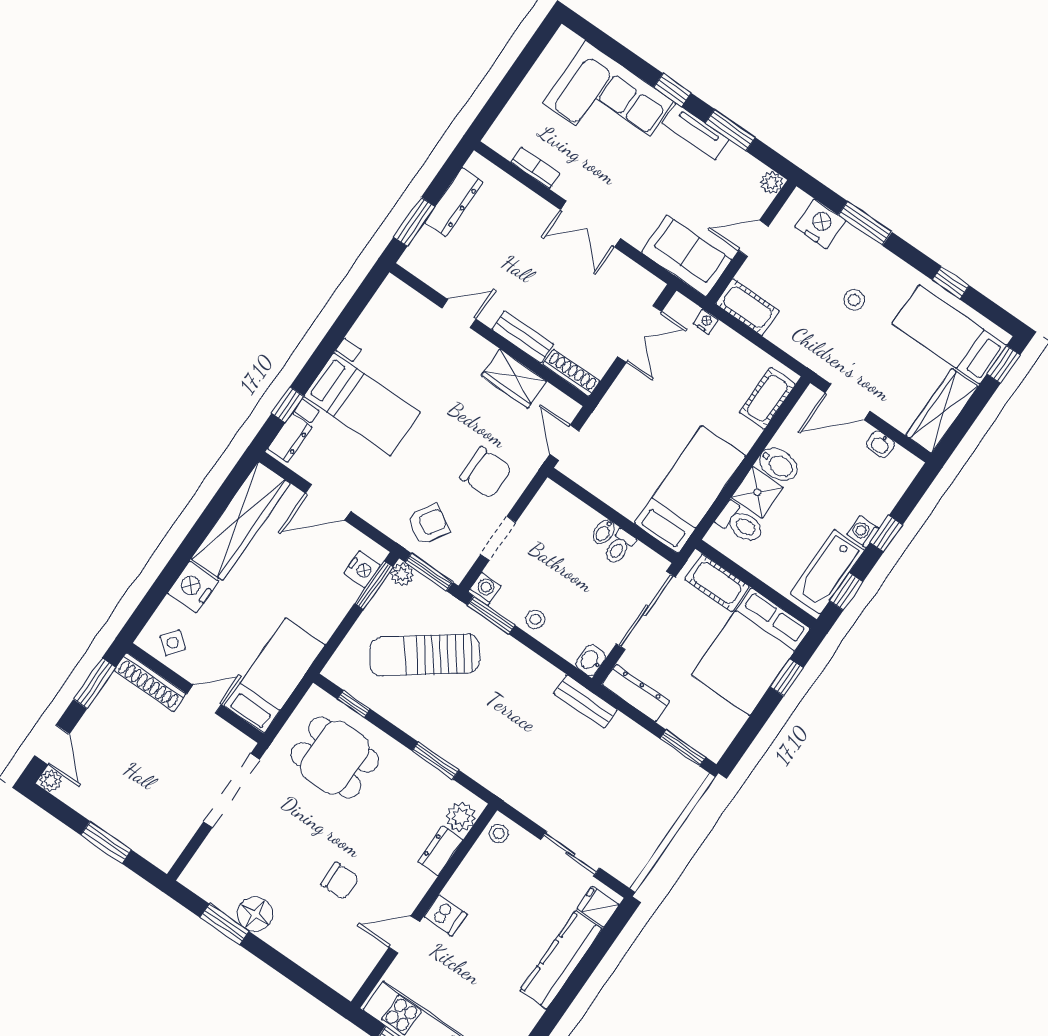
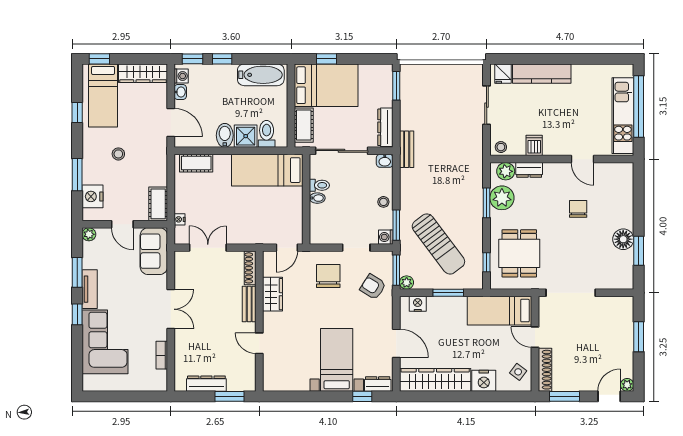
washing machine: (863, 532) -> (181, 76), moved, turned -90
window: (374, 585) -> (448, 293), moved
window: (846, 591) -> (193, 59), moved
plant: (428, 787) -> (502, 198), added
dishwasher: (445, 916) -> (534, 145), moved

